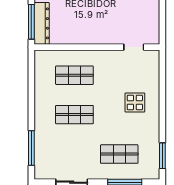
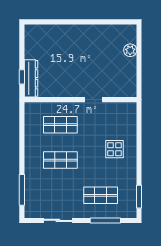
window: (31, 22) -> (22, 77), width x0.46
doorway: (134, 47) -> (94, 100), moved

